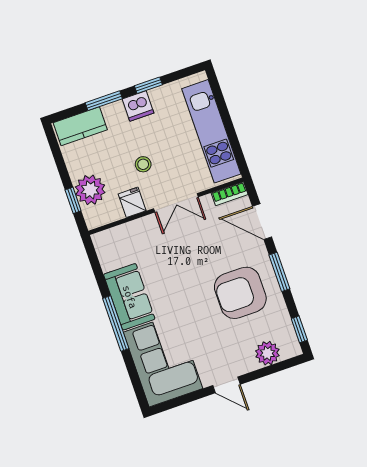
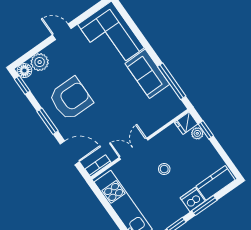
dishwasher: (138, 106) -> (193, 199), moved
plant: (90, 190) -> (197, 133), width x0.53, depth x0.53
fridge: (132, 202) -> (186, 123), moved, turned 90
window: (116, 323) -> (172, 81), moved
floor lamp: (291, 348) -> (24, 71), added

